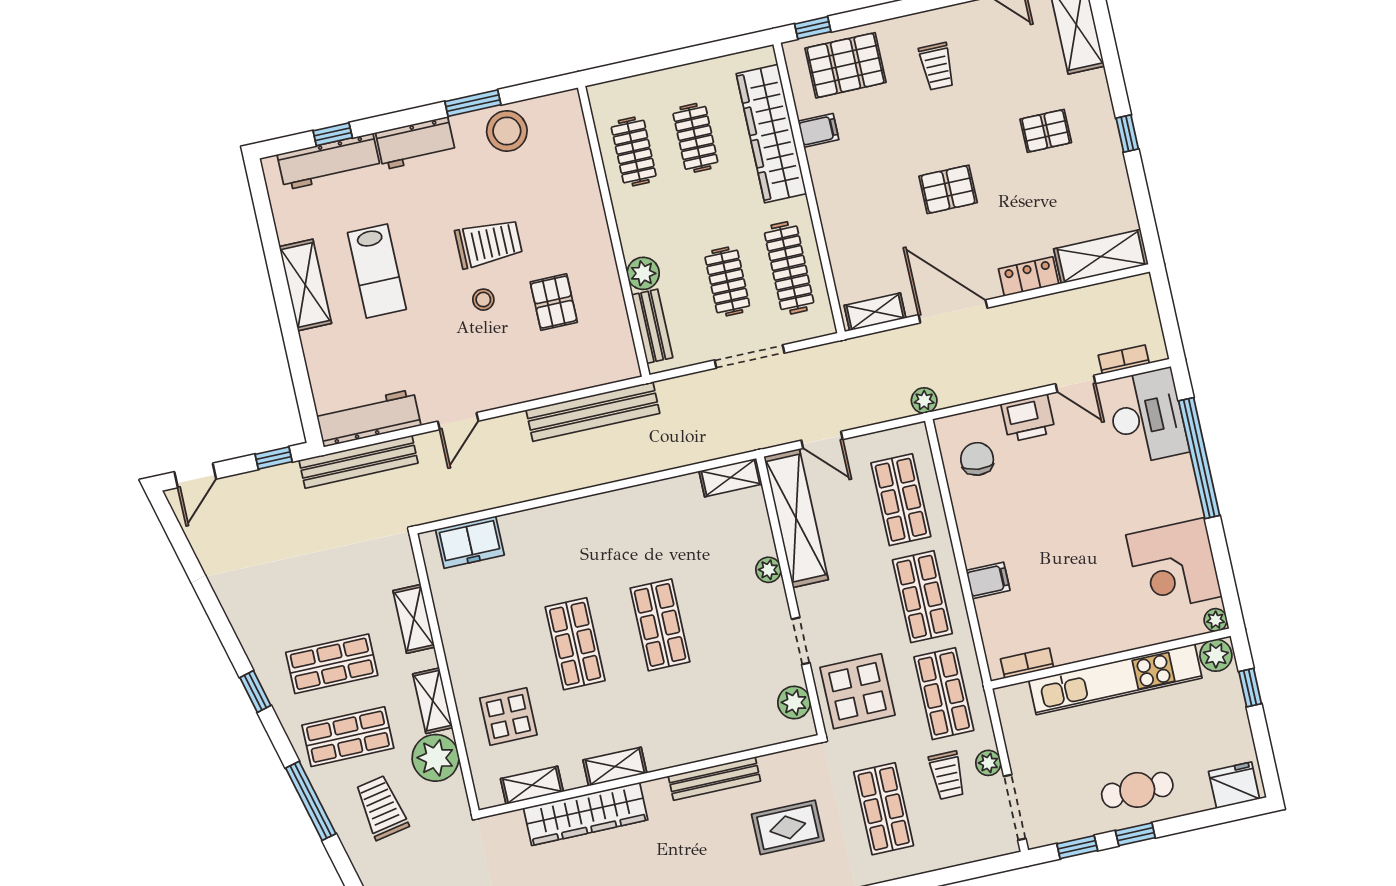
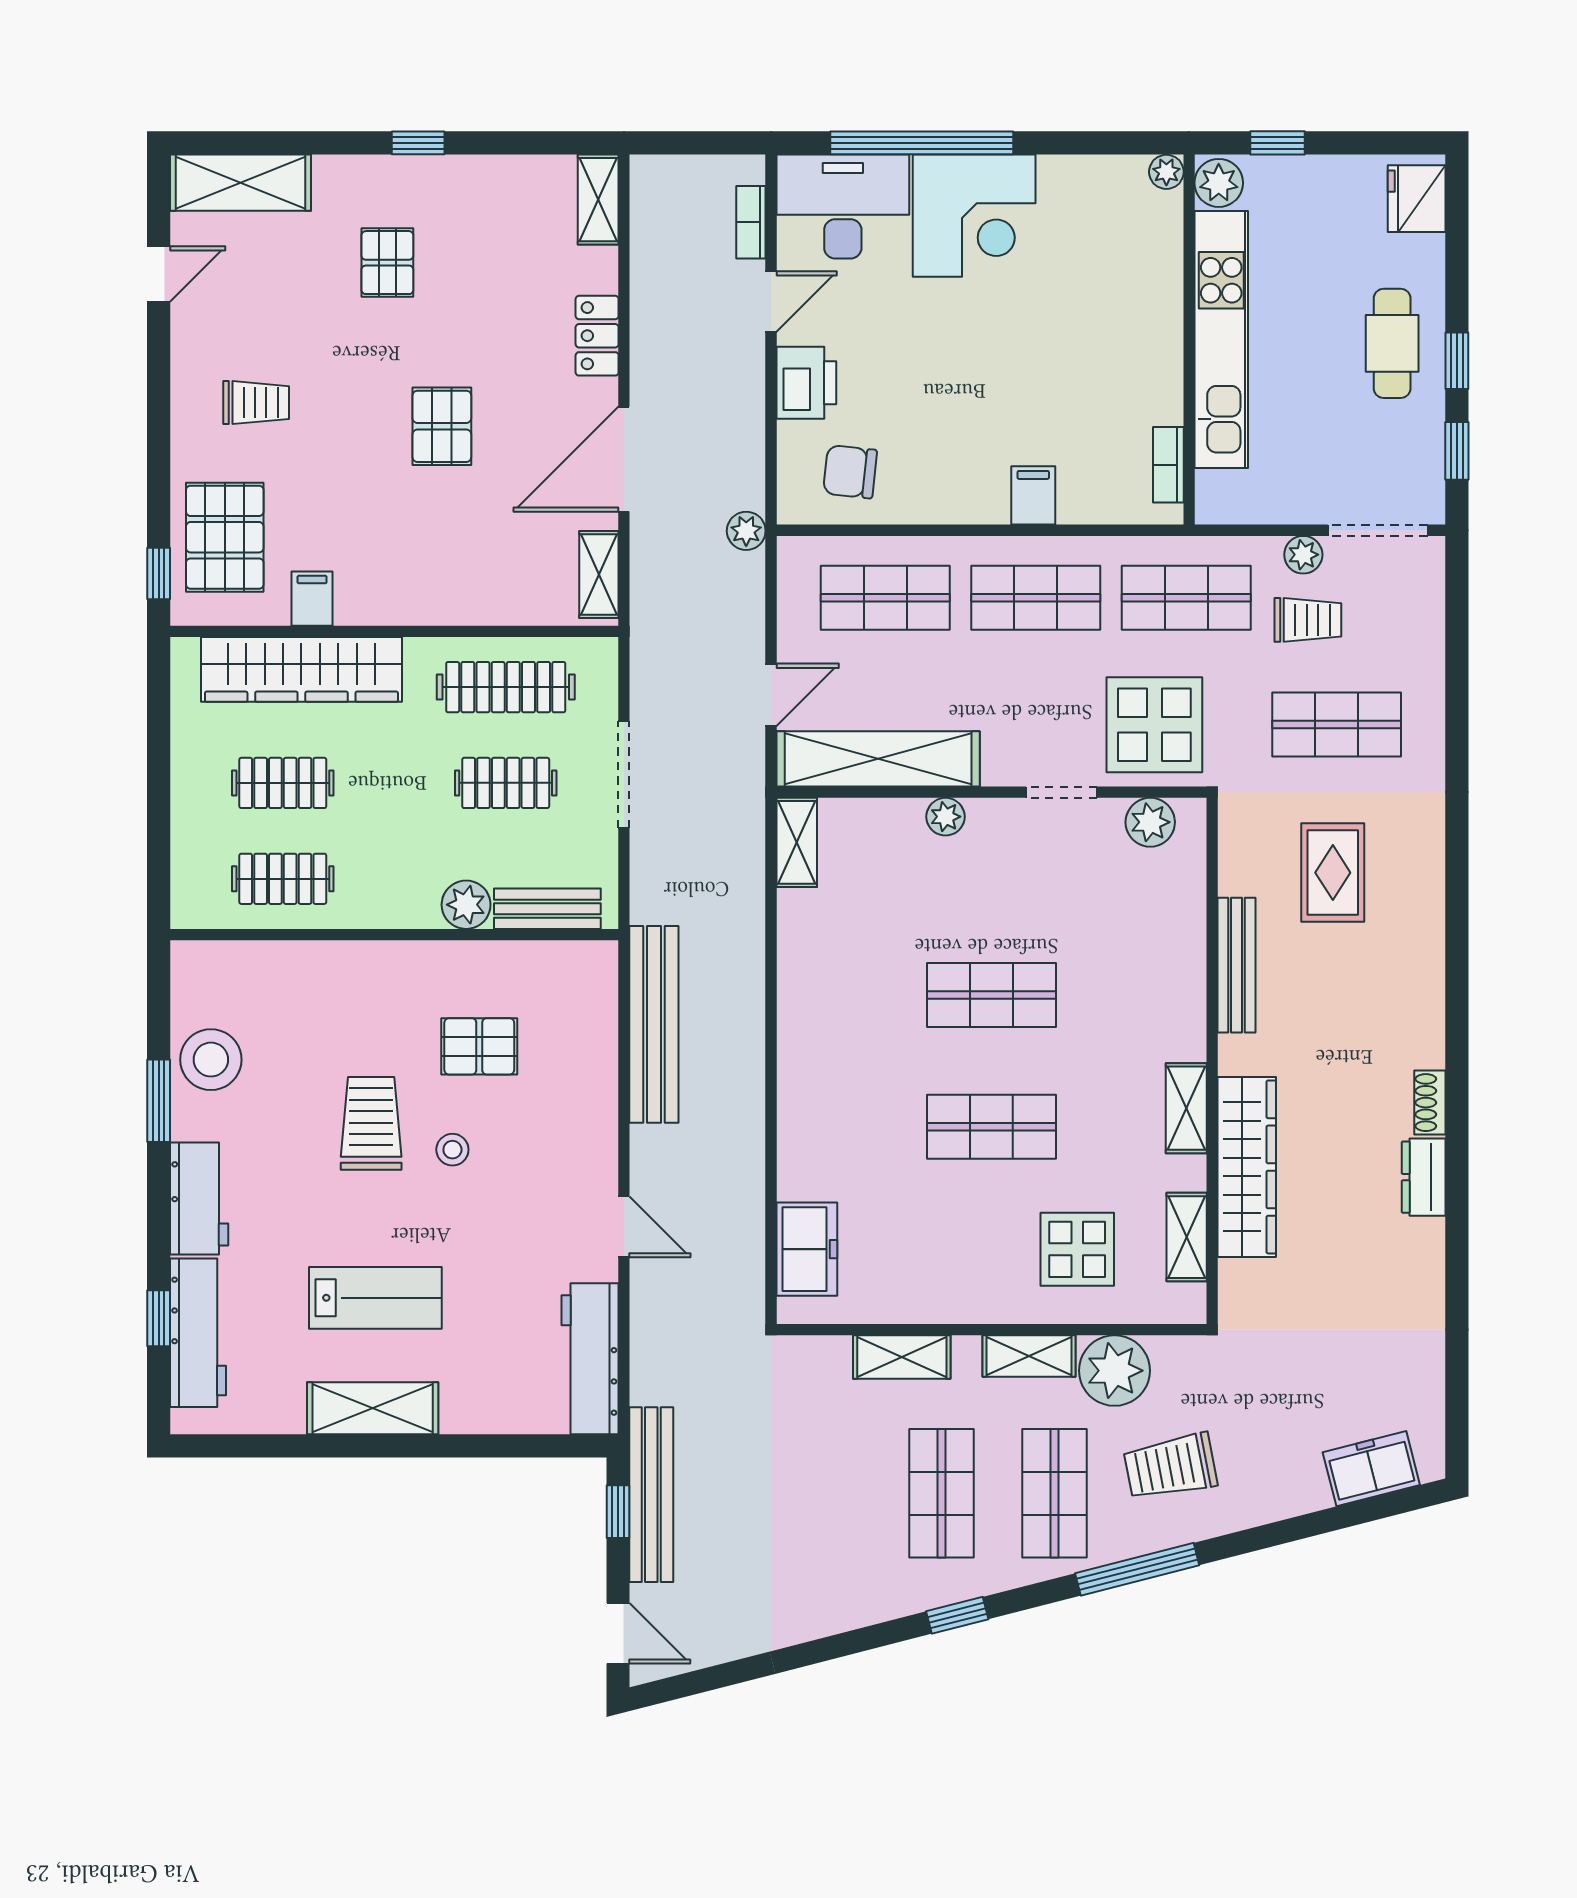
shelving: (1101, 257) -> (598, 200), width x0.67, depth x0.75
bench: (358, 462) -> (651, 1495), moved
corner desk: (1174, 566) -> (974, 216), moved

